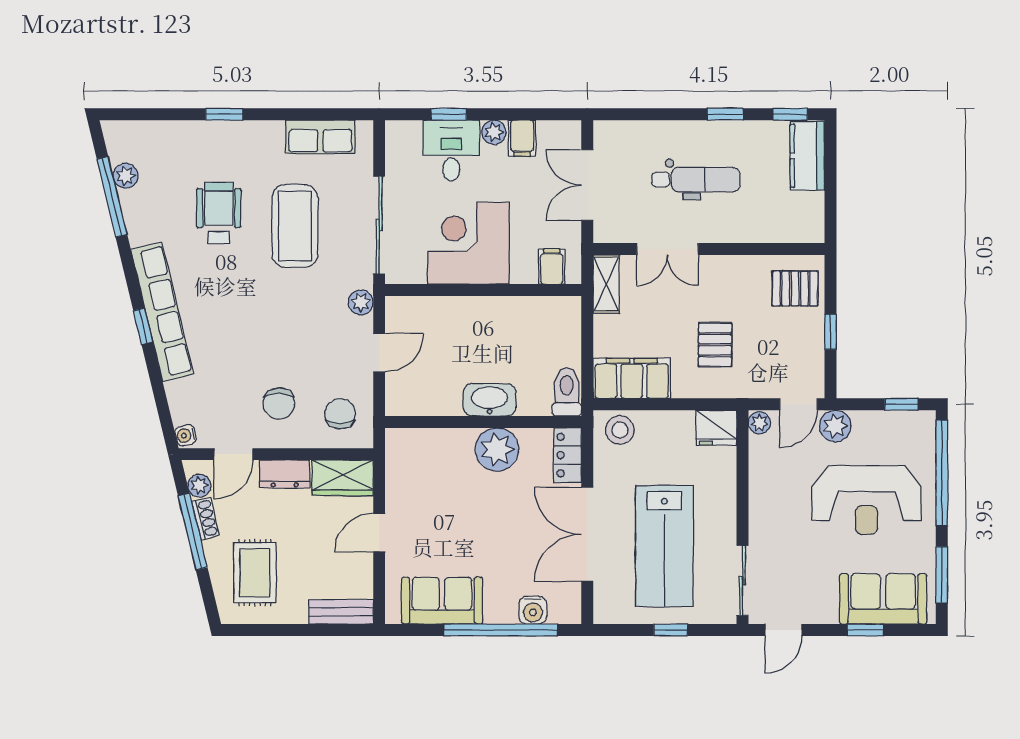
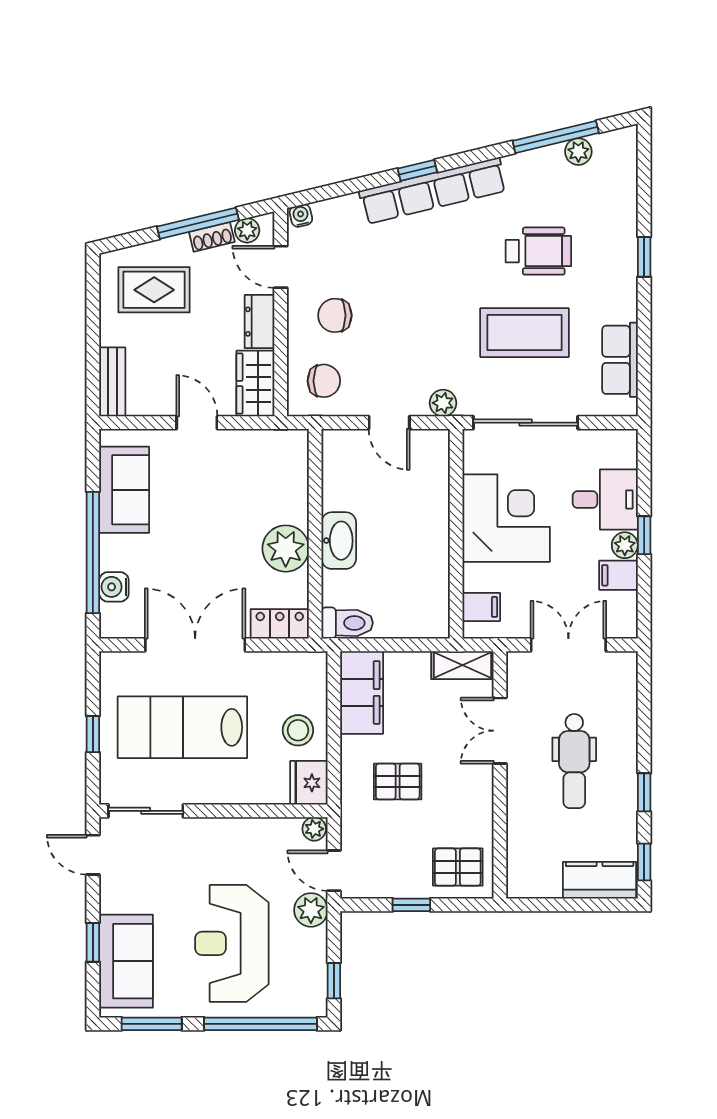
window: (449, 114) -> (644, 535), moved
pallet: (795, 288) -> (458, 867), turned 90
stool: (620, 430) -> (298, 730), moved

